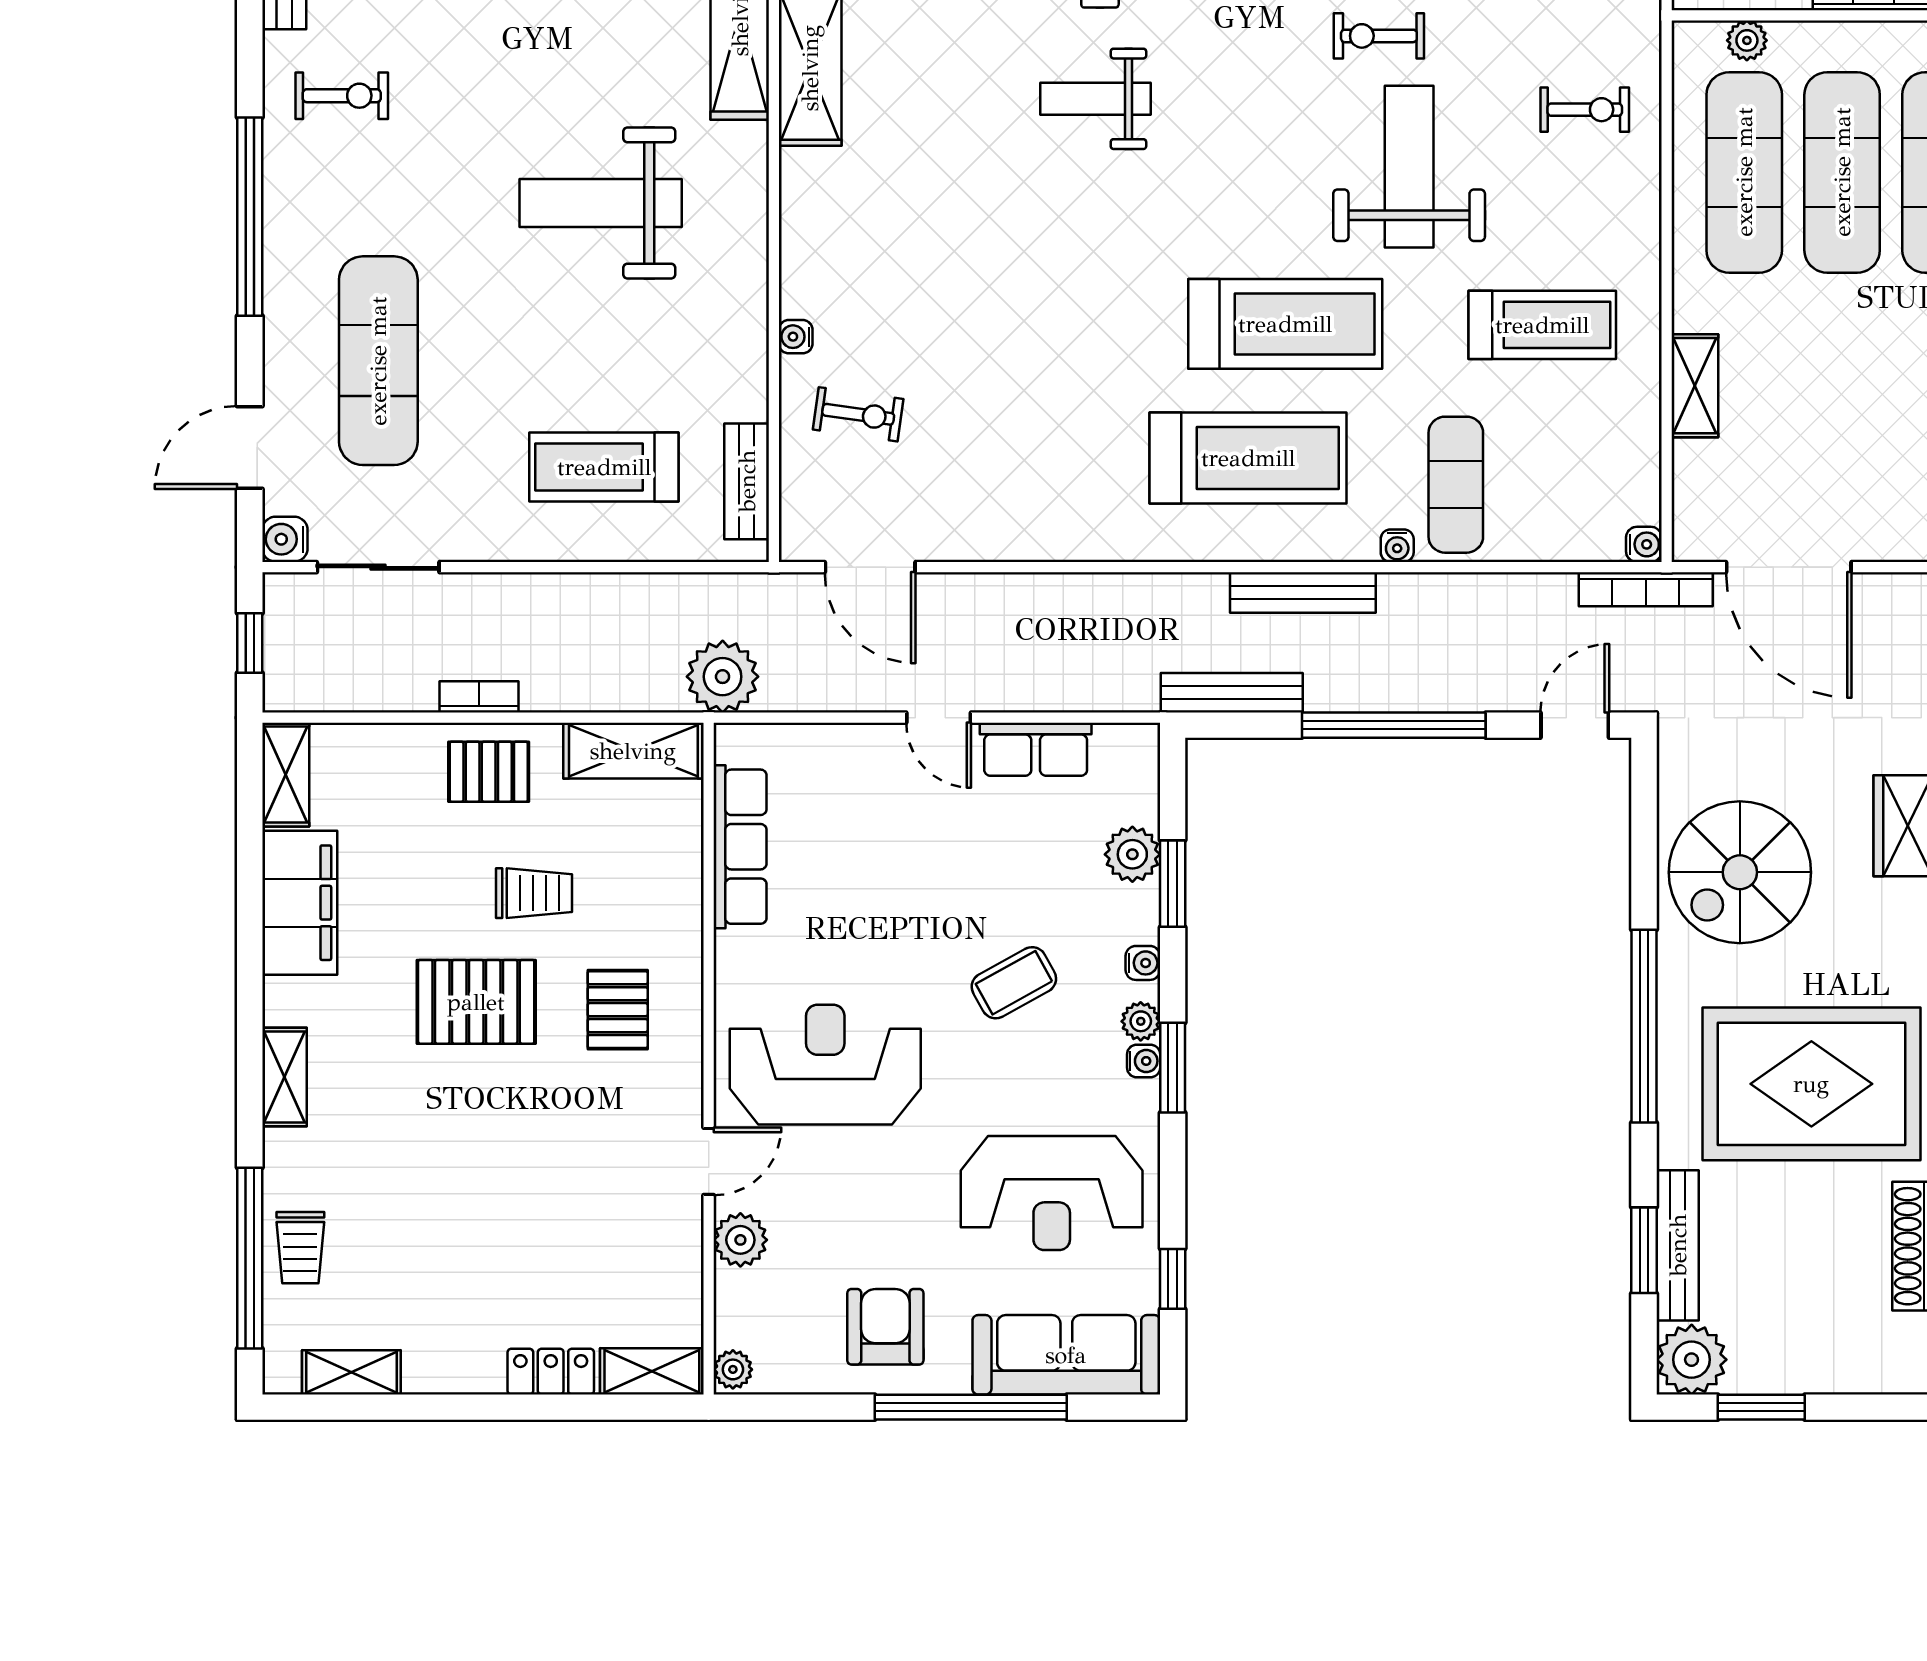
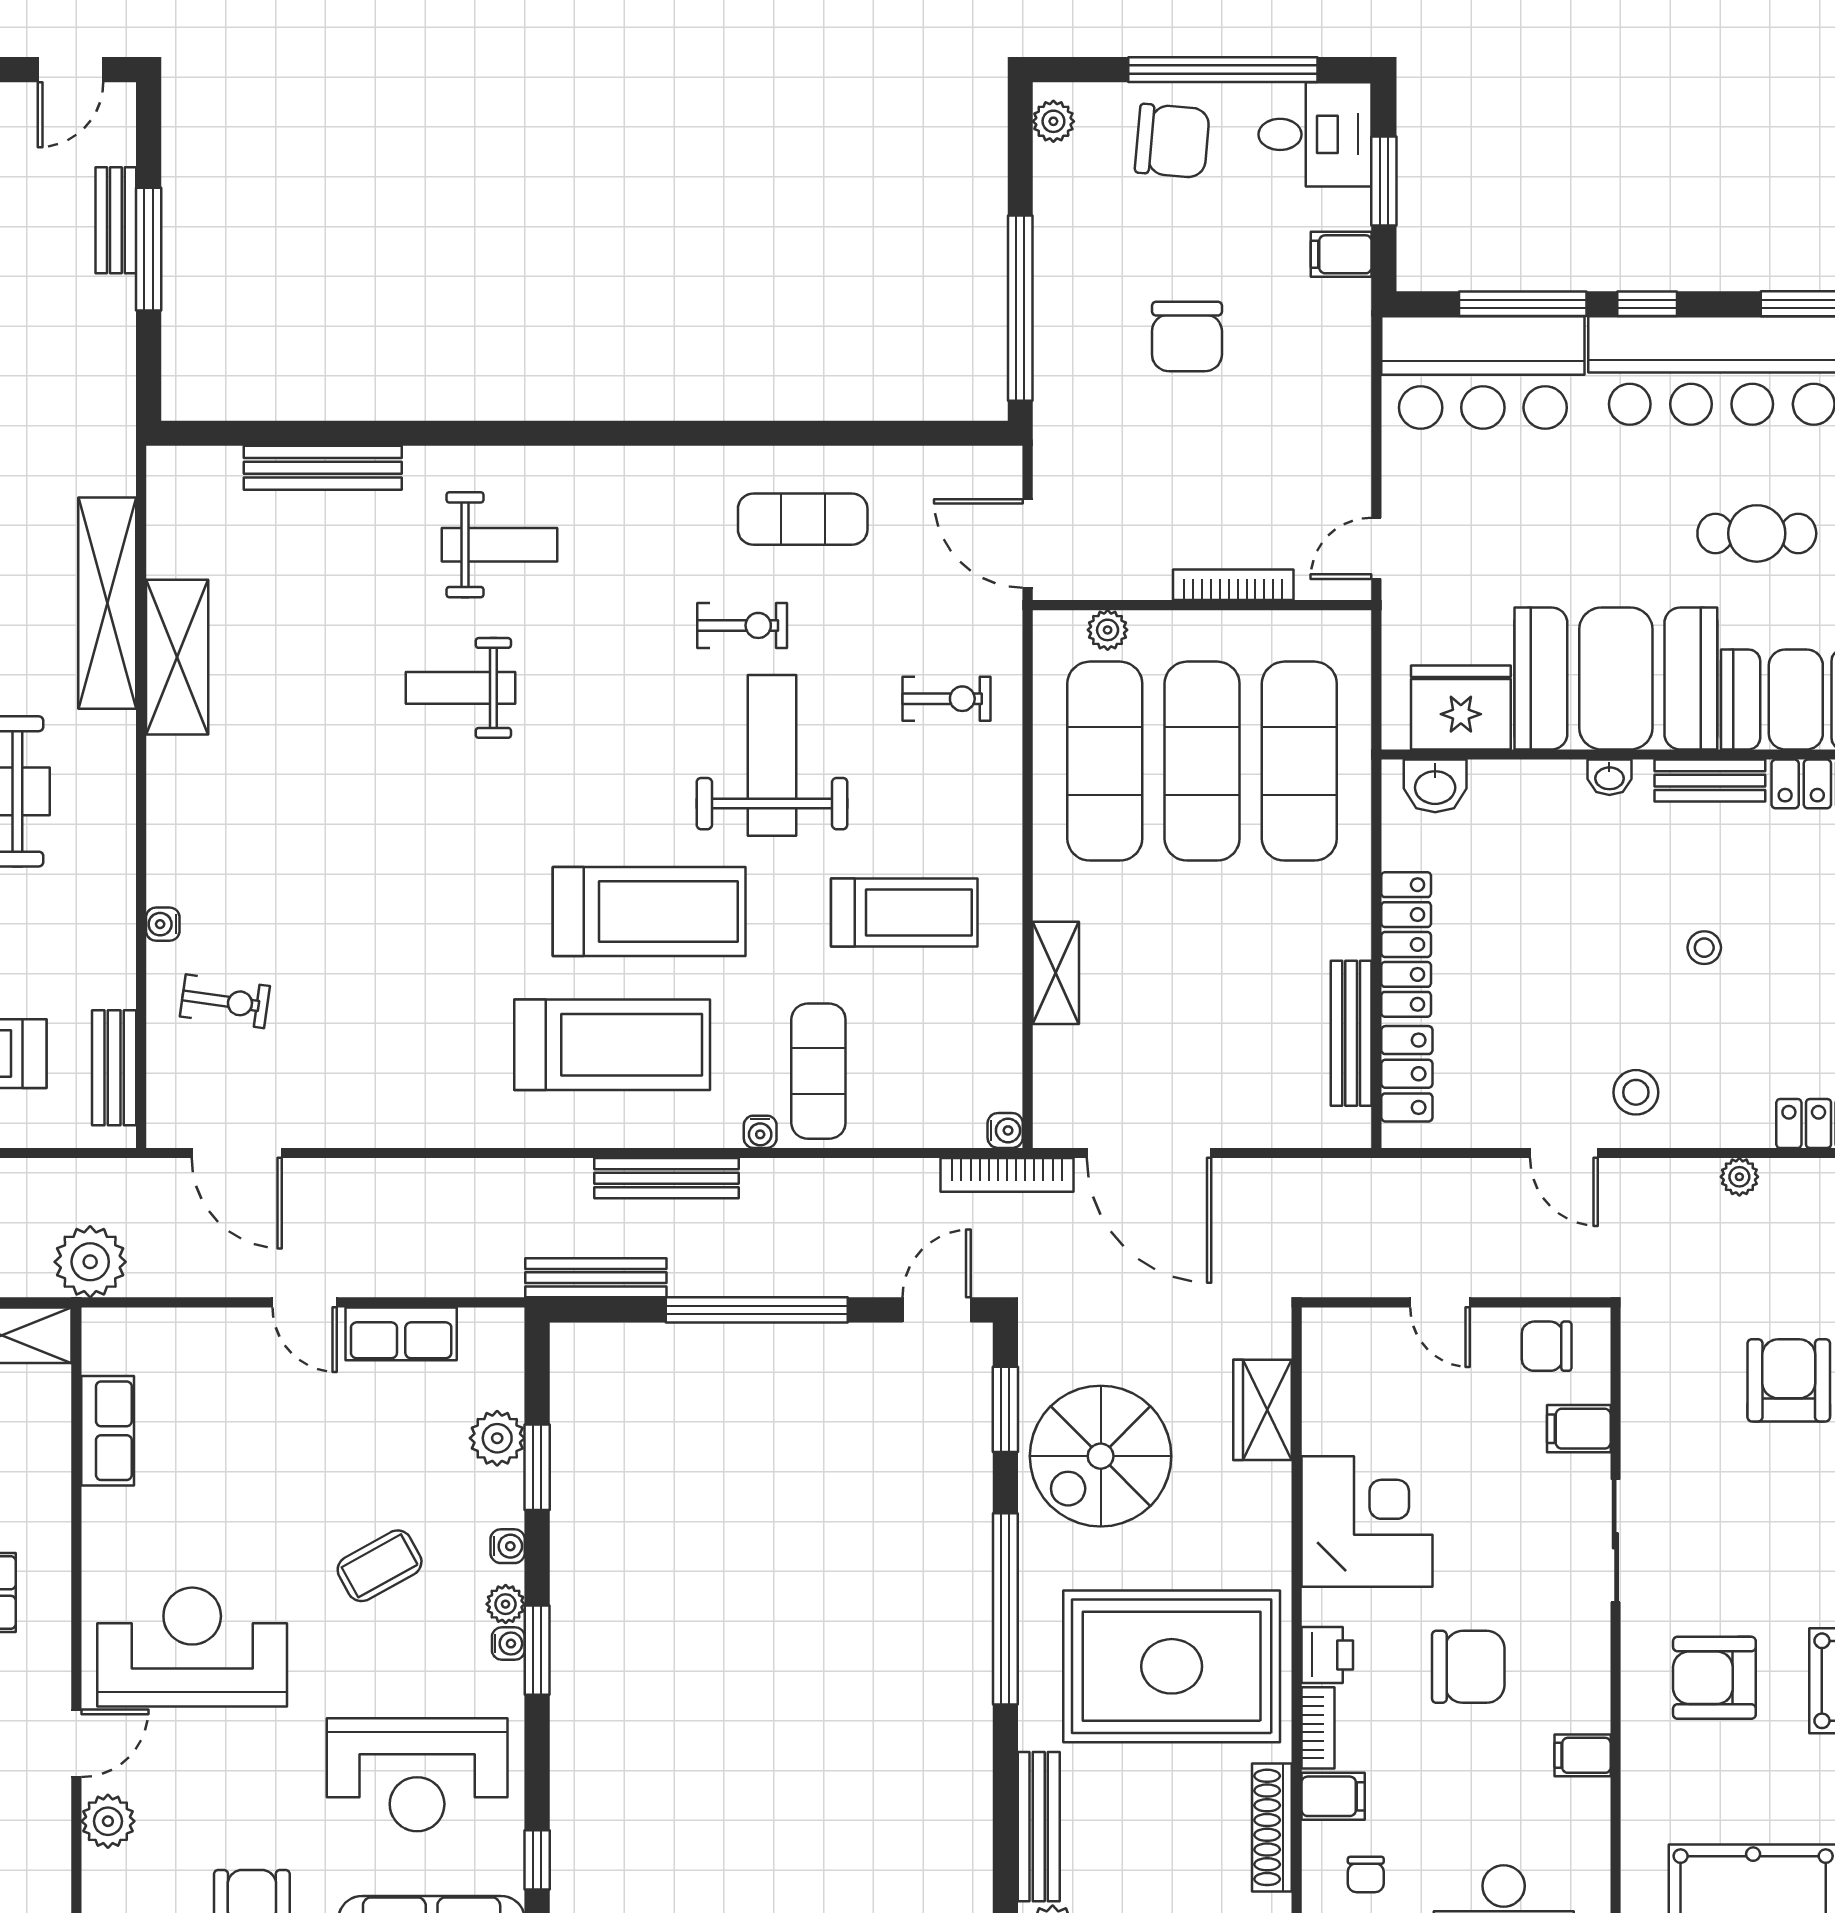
exercise bike: (1379, 36) -> (742, 625), turned 180
row of seats: (740, 847) -> (108, 1431), width x0.68
window: (1644, 1250) -> (1005, 1409), moved

